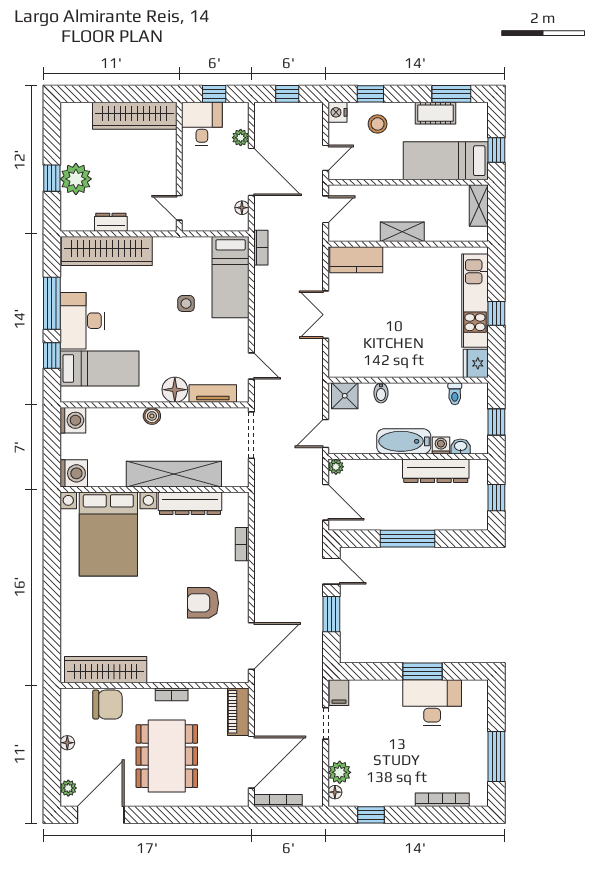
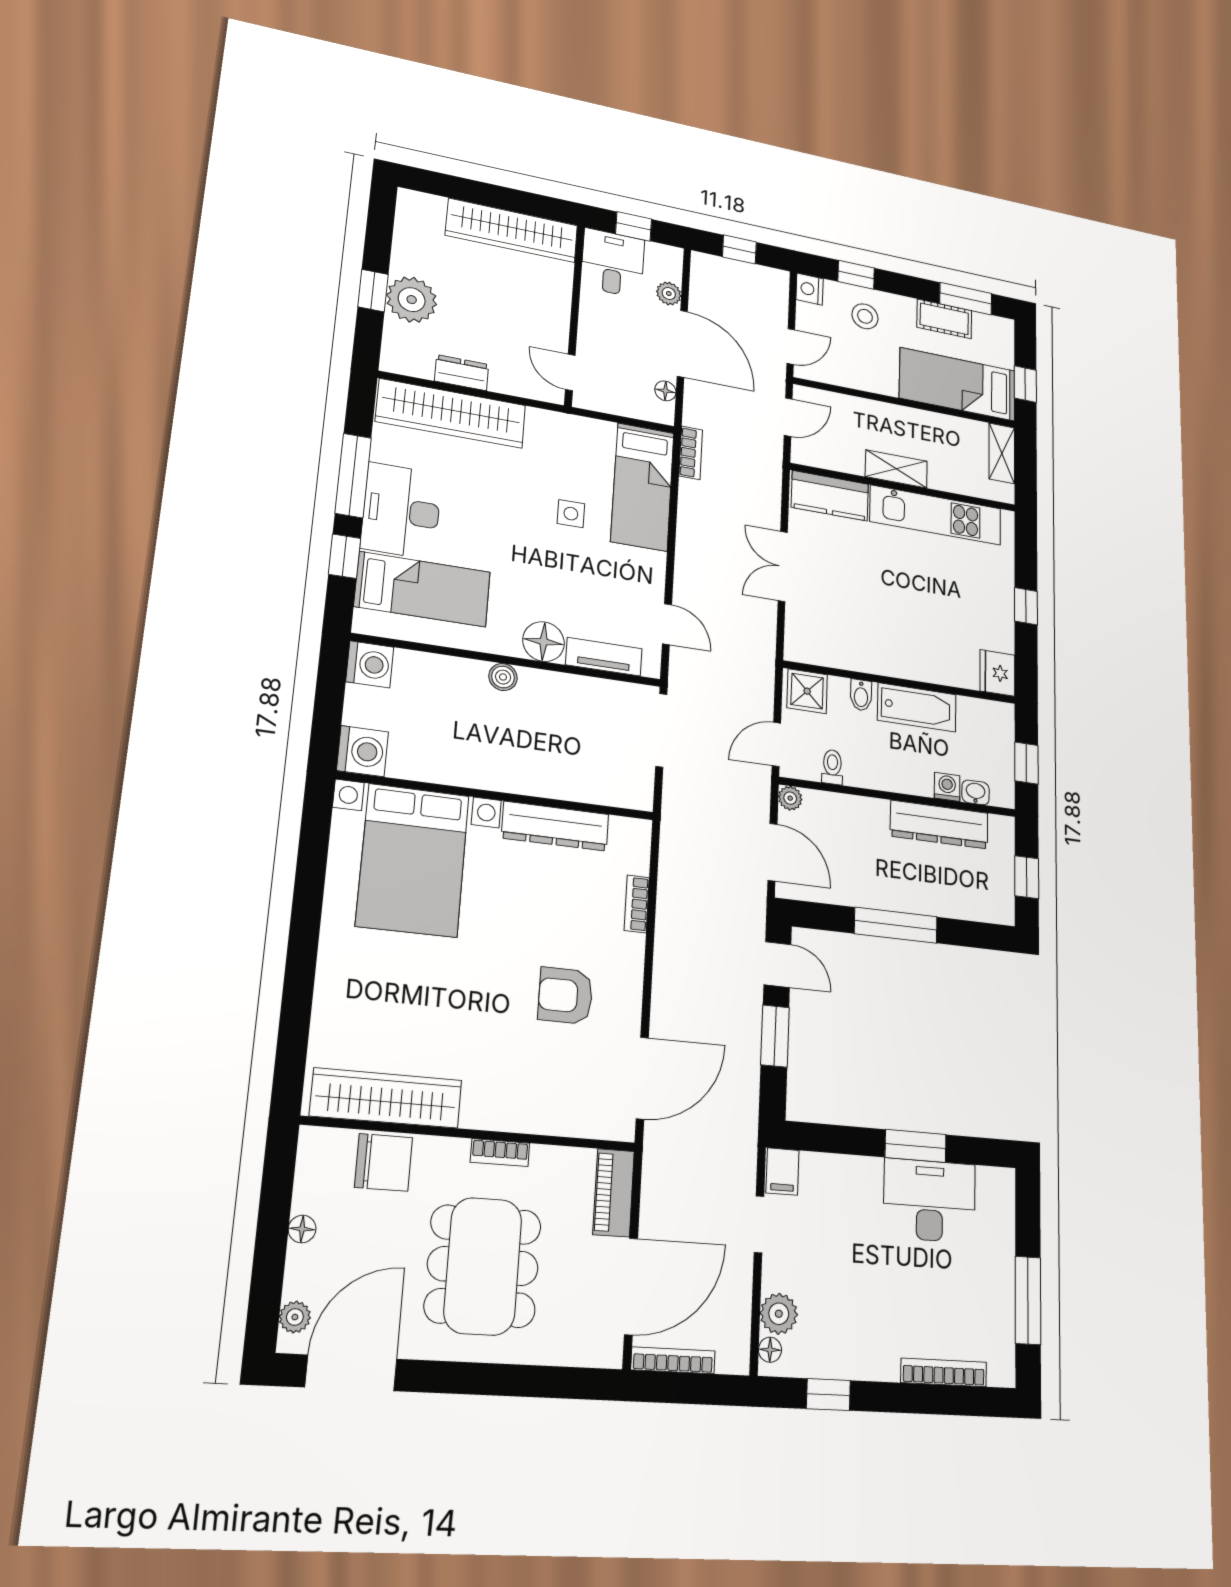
kitchen unit: (475, 301) -> (936, 515), moved, turned -90
toilet: (455, 394) -> (832, 767), moved, turned 180
bathtub: (404, 441) -> (917, 707), moved, turned 180
shelving: (174, 474) -> (532, 775), removed

